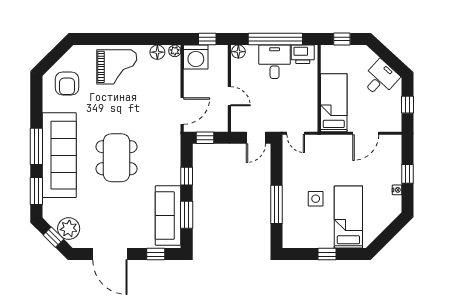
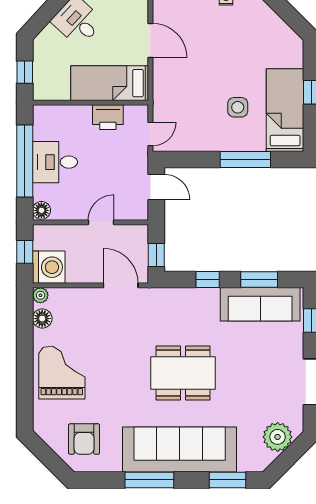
printer: (303, 54) -> (108, 117), moved, turned 90
armchair: (67, 84) -> (84, 439), turned 90
window: (36, 146) -> (149, 480), moved
bed: (348, 217) -> (285, 110), moved, turned 90
window: (53, 237) -> (289, 457), removed

